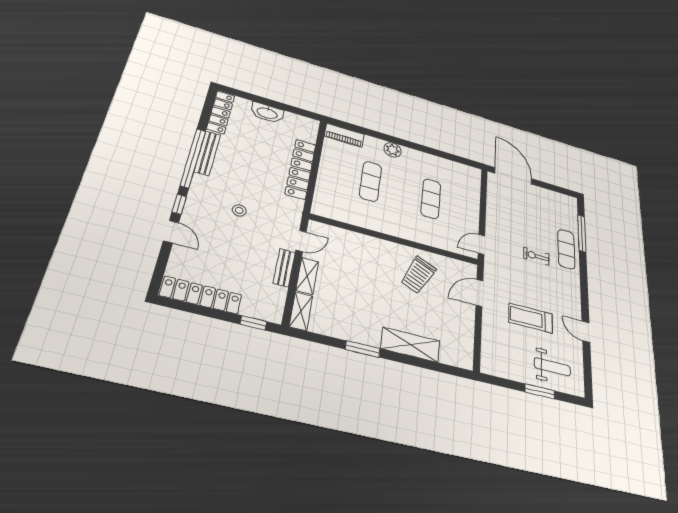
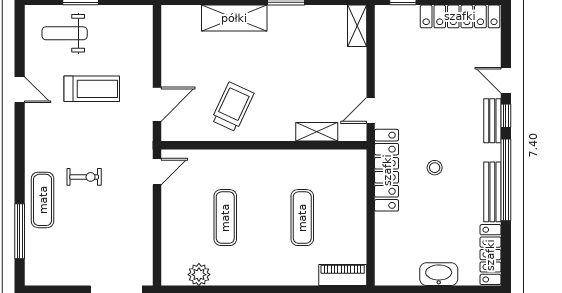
plant: (393, 150) -> (199, 275), moved
locker: (301, 169) -> (387, 170), moved
stool: (239, 210) -> (435, 168), moved
bench: (284, 268) -> (492, 121), moved
shelving: (307, 276) -> (317, 132), moved, turned 90

